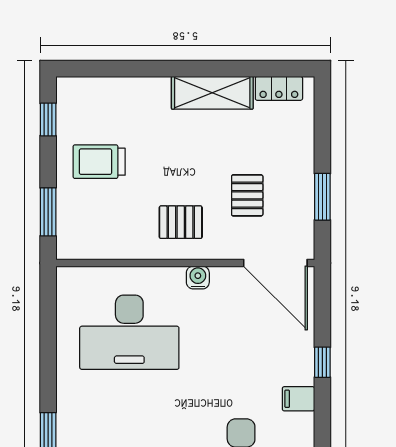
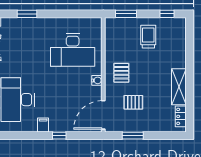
desk: (129, 332) -> (73, 50), turned -90

